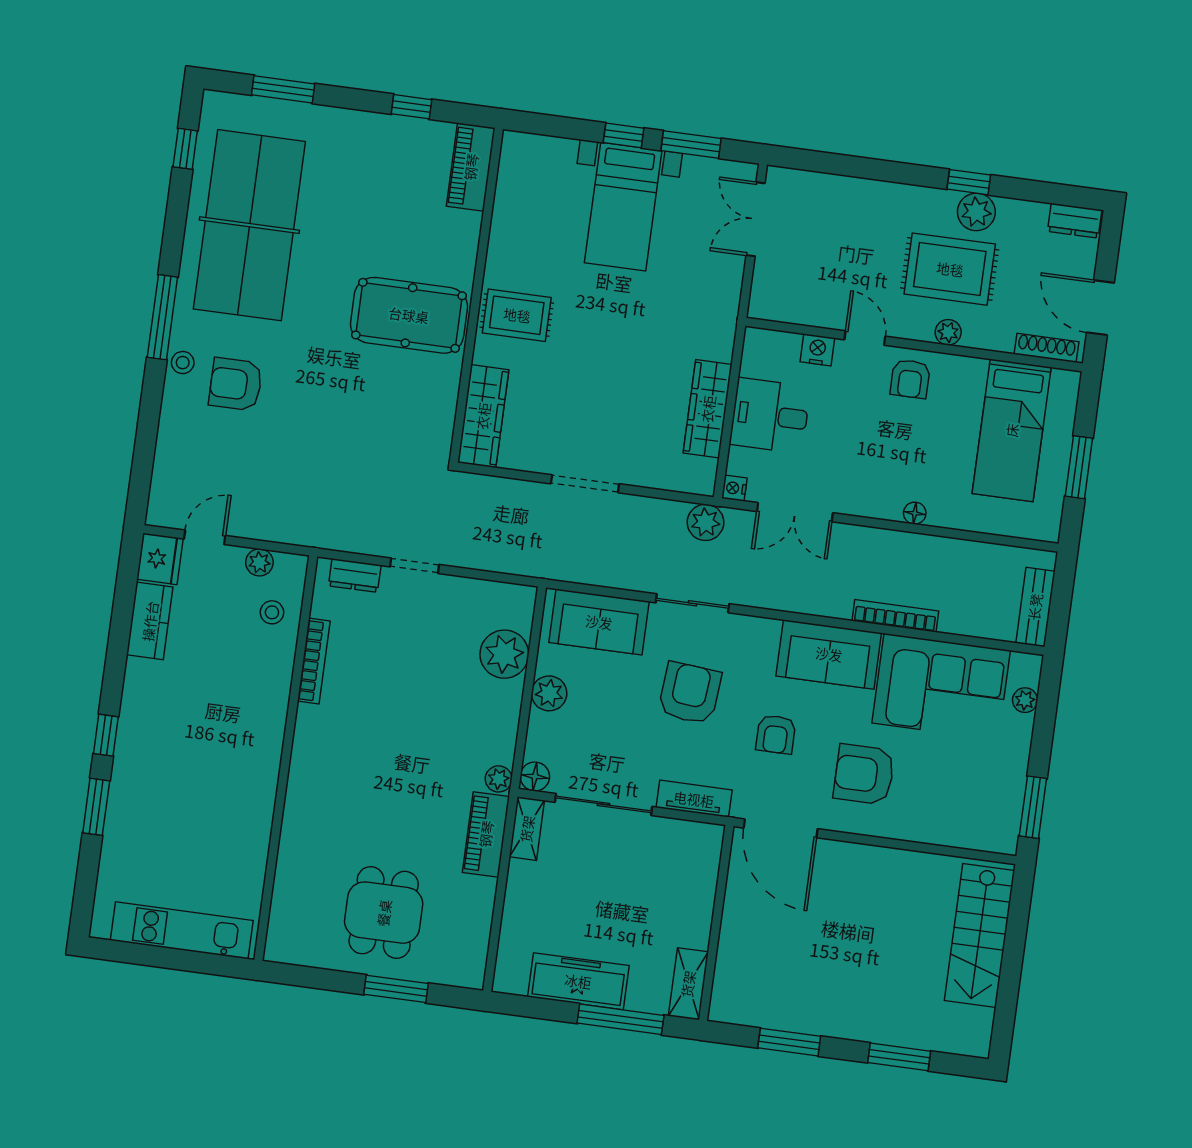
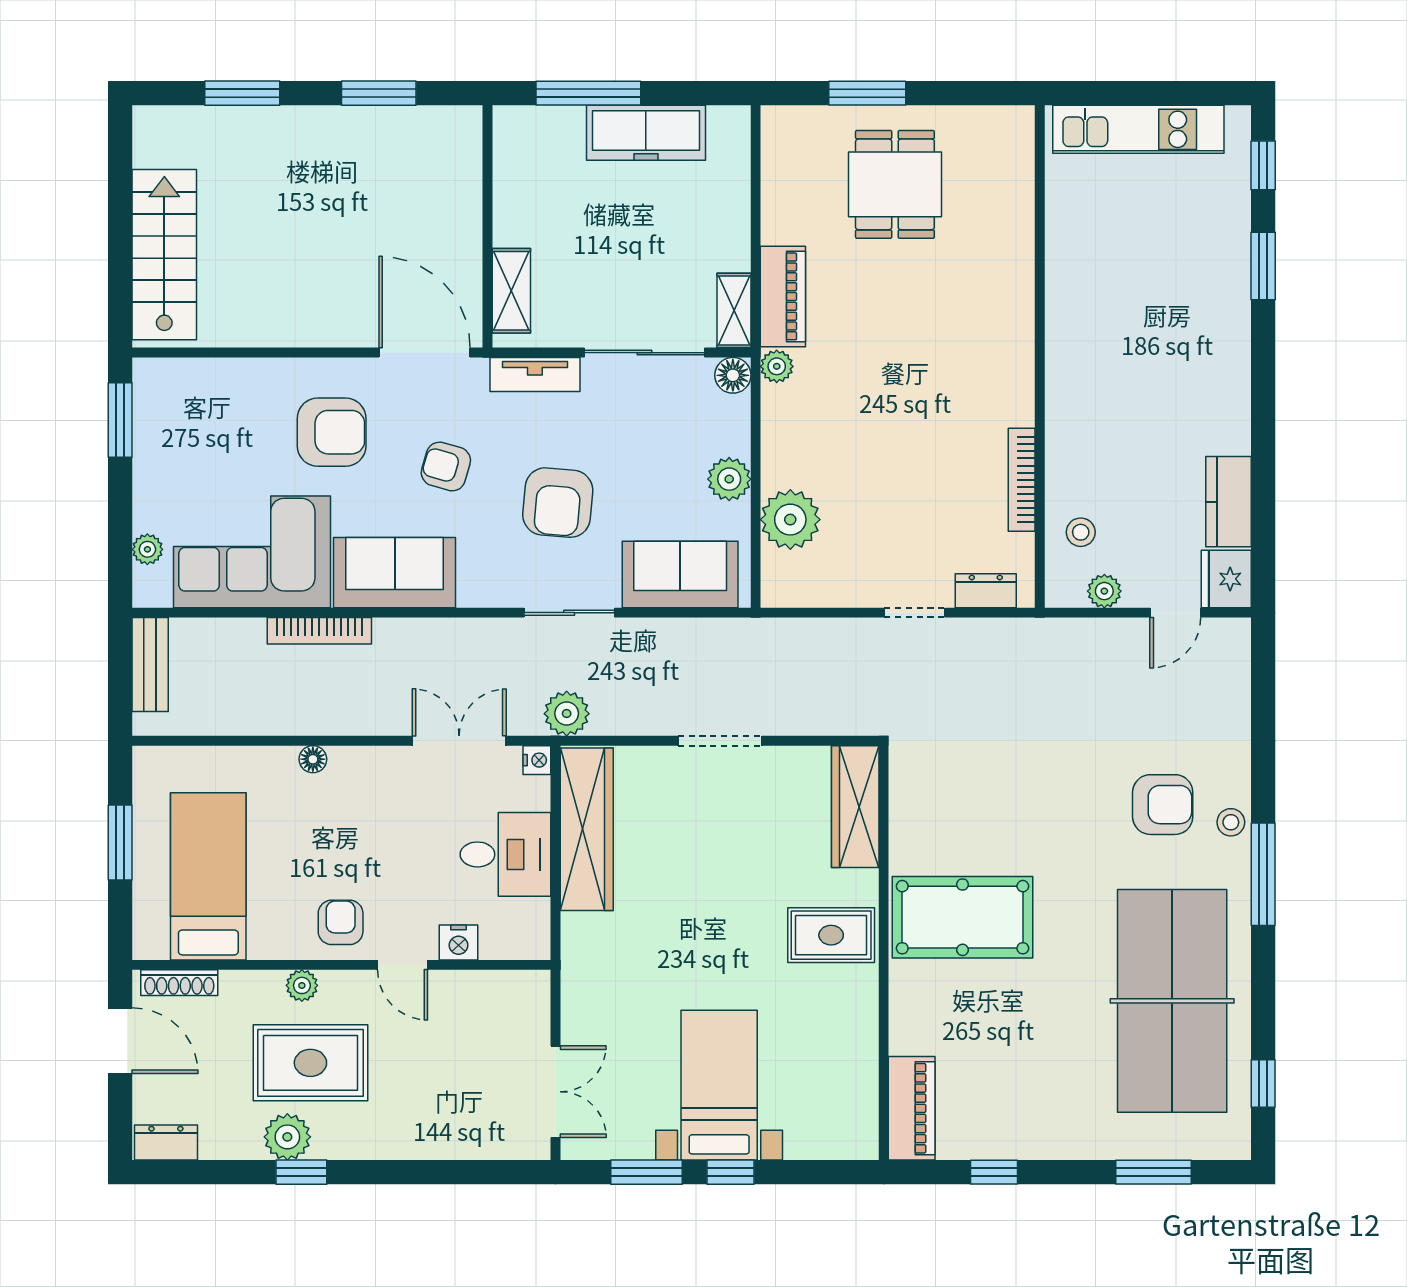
wardrobe: (708, 409) -> (587, 829), width x1.40, depth x1.17
armchair: (776, 734) -> (446, 466), turned -74
window: (106, 735) -> (1263, 165), moved
shelving: (688, 984) -> (511, 291), moved

